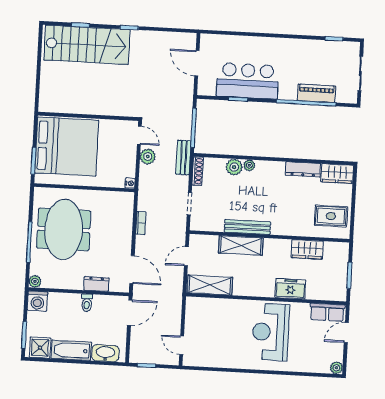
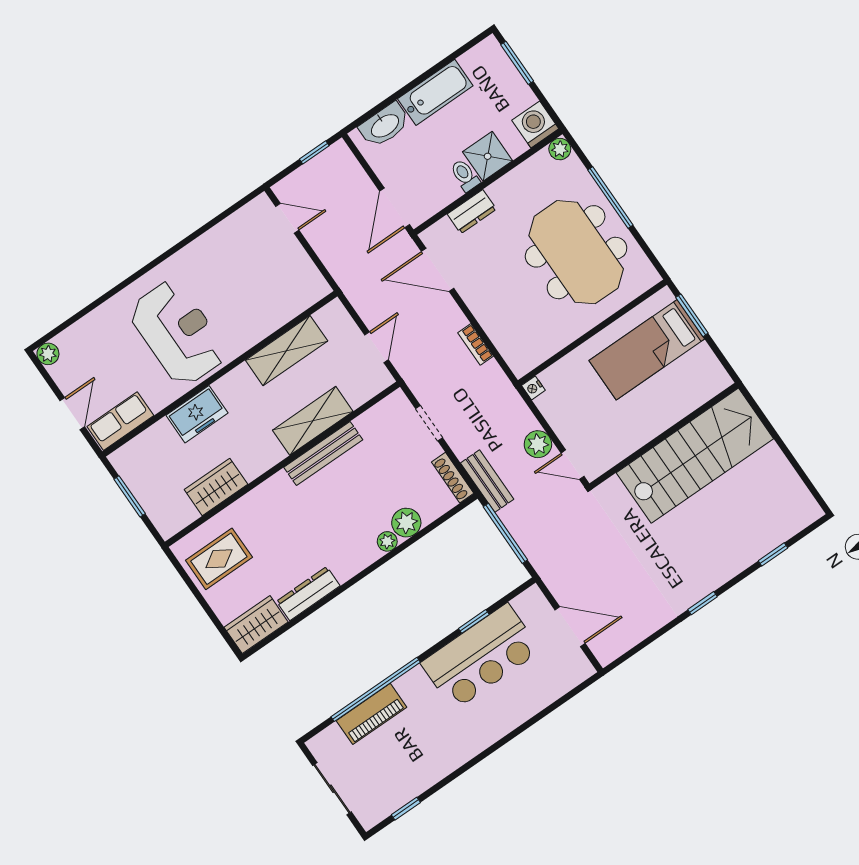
stairs: (87, 45) -> (695, 456), moved, turned 180
bed: (67, 147) -> (647, 350), width x0.49
shelving: (210, 285) -> (287, 351), moved
shower: (40, 348) -> (488, 156), moved

